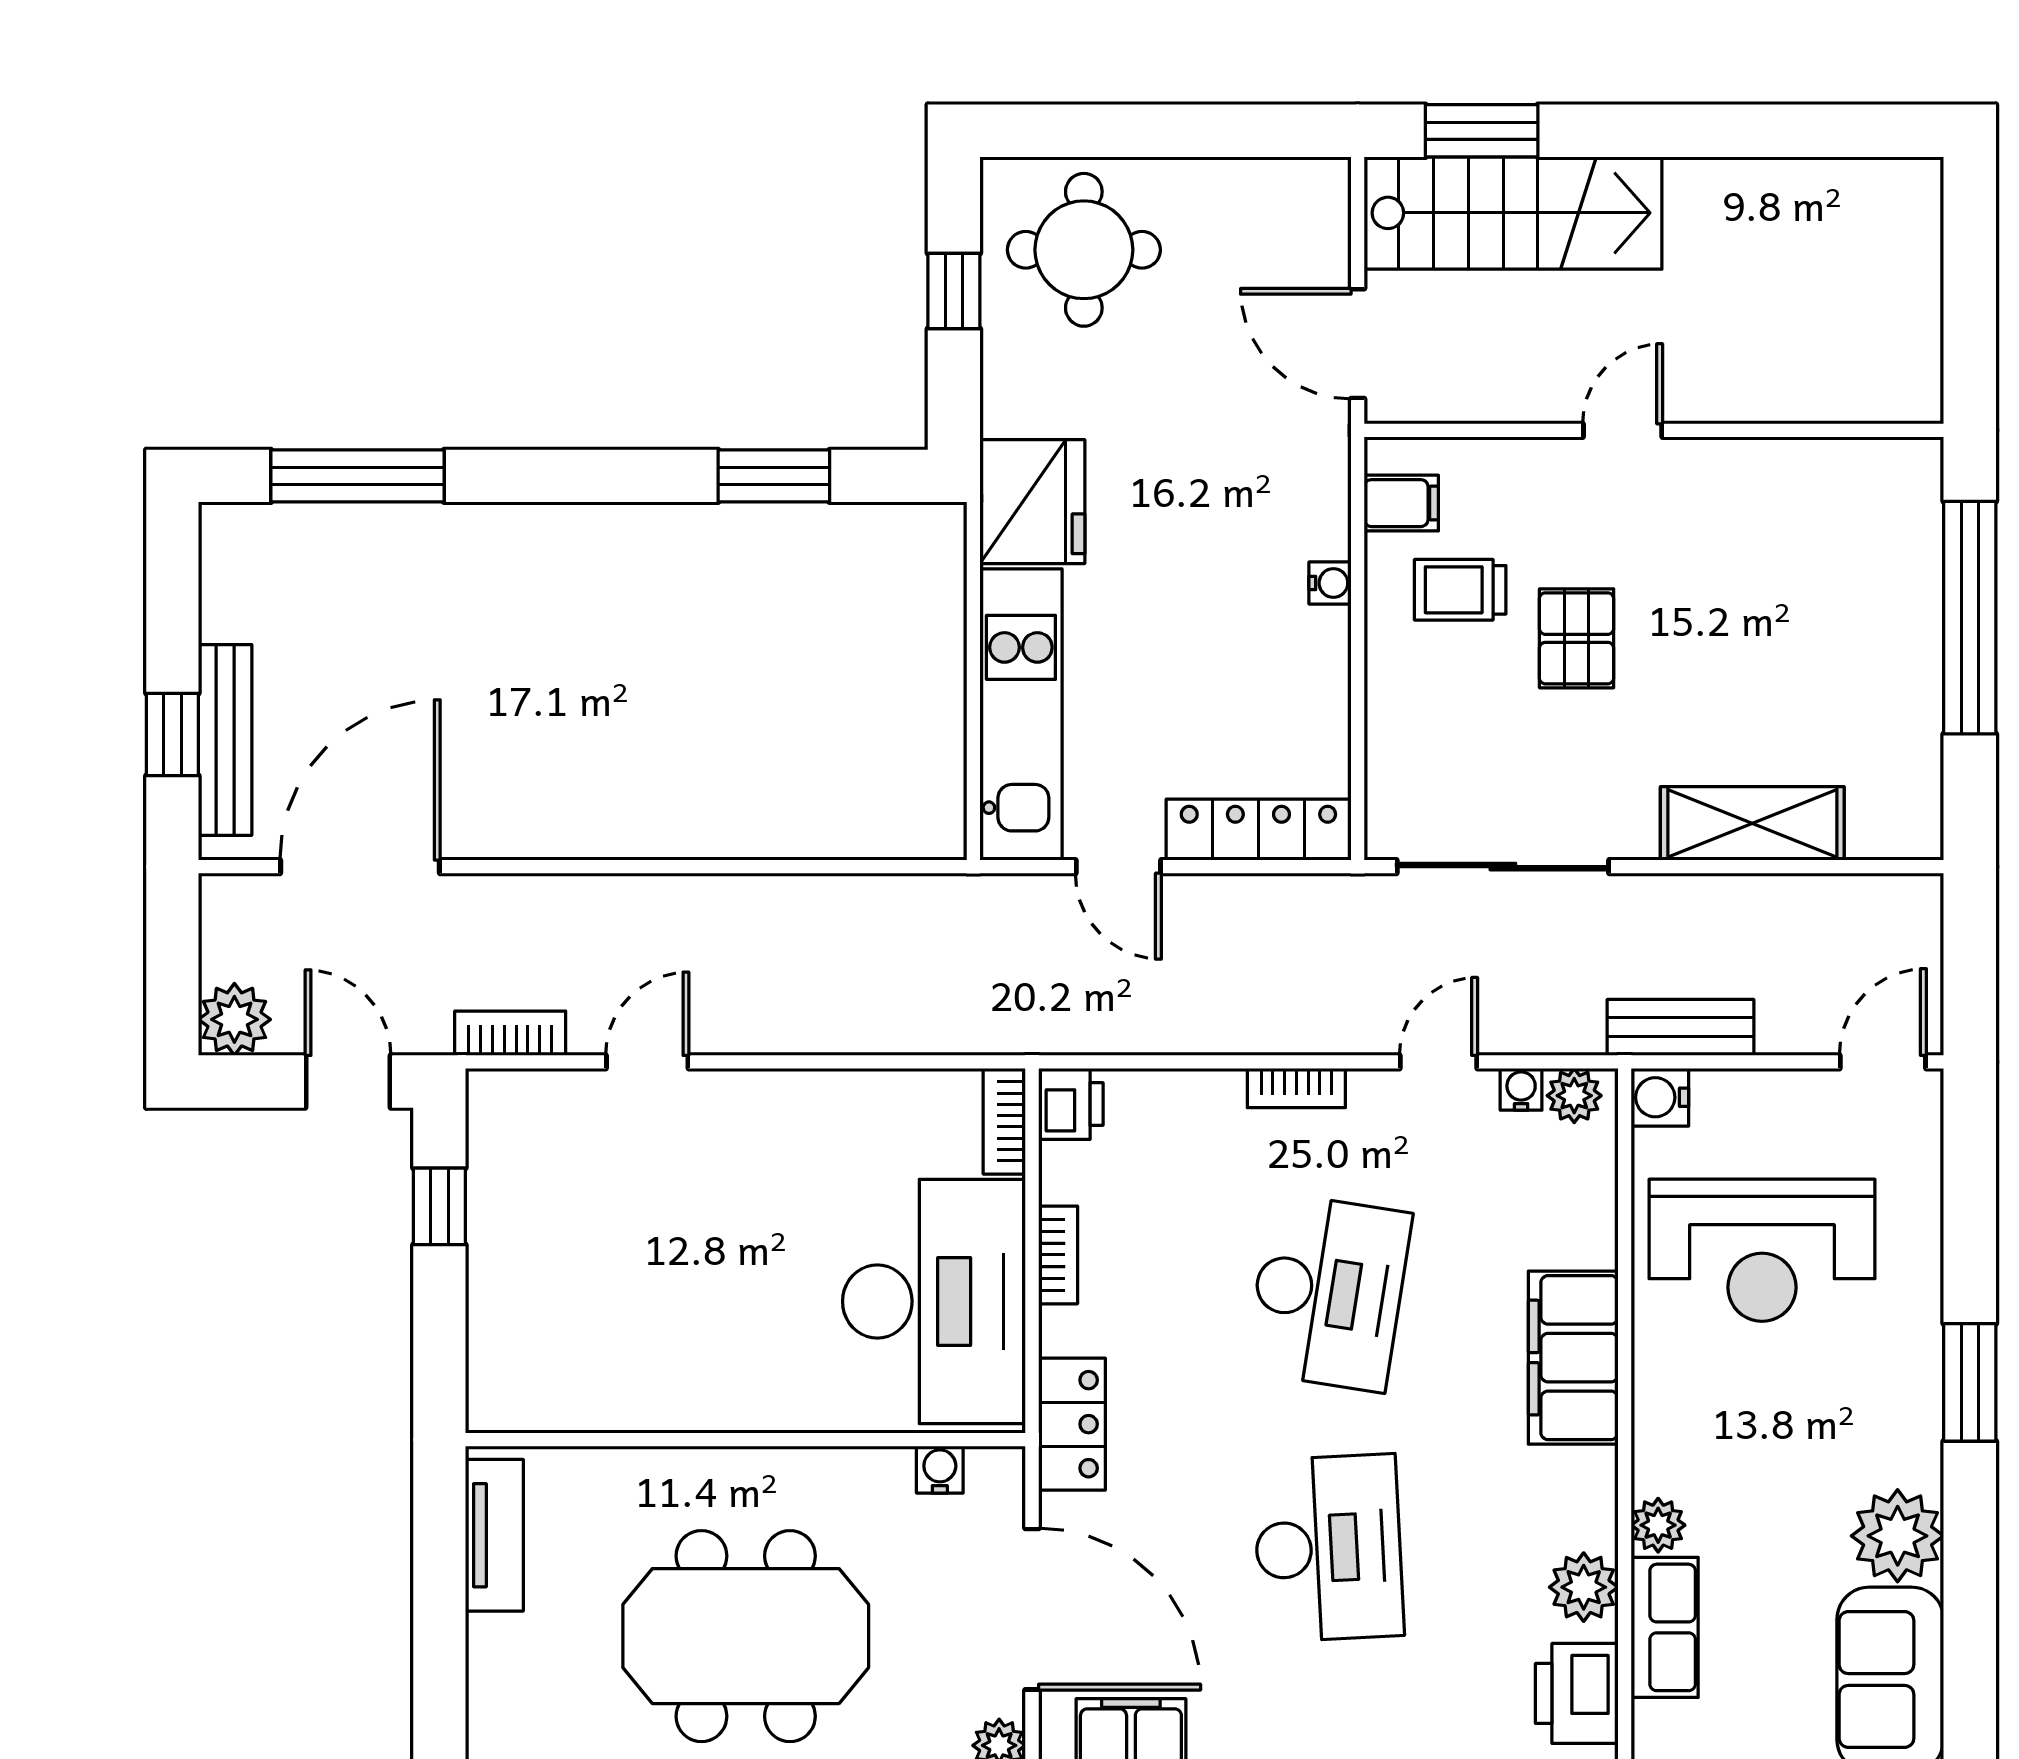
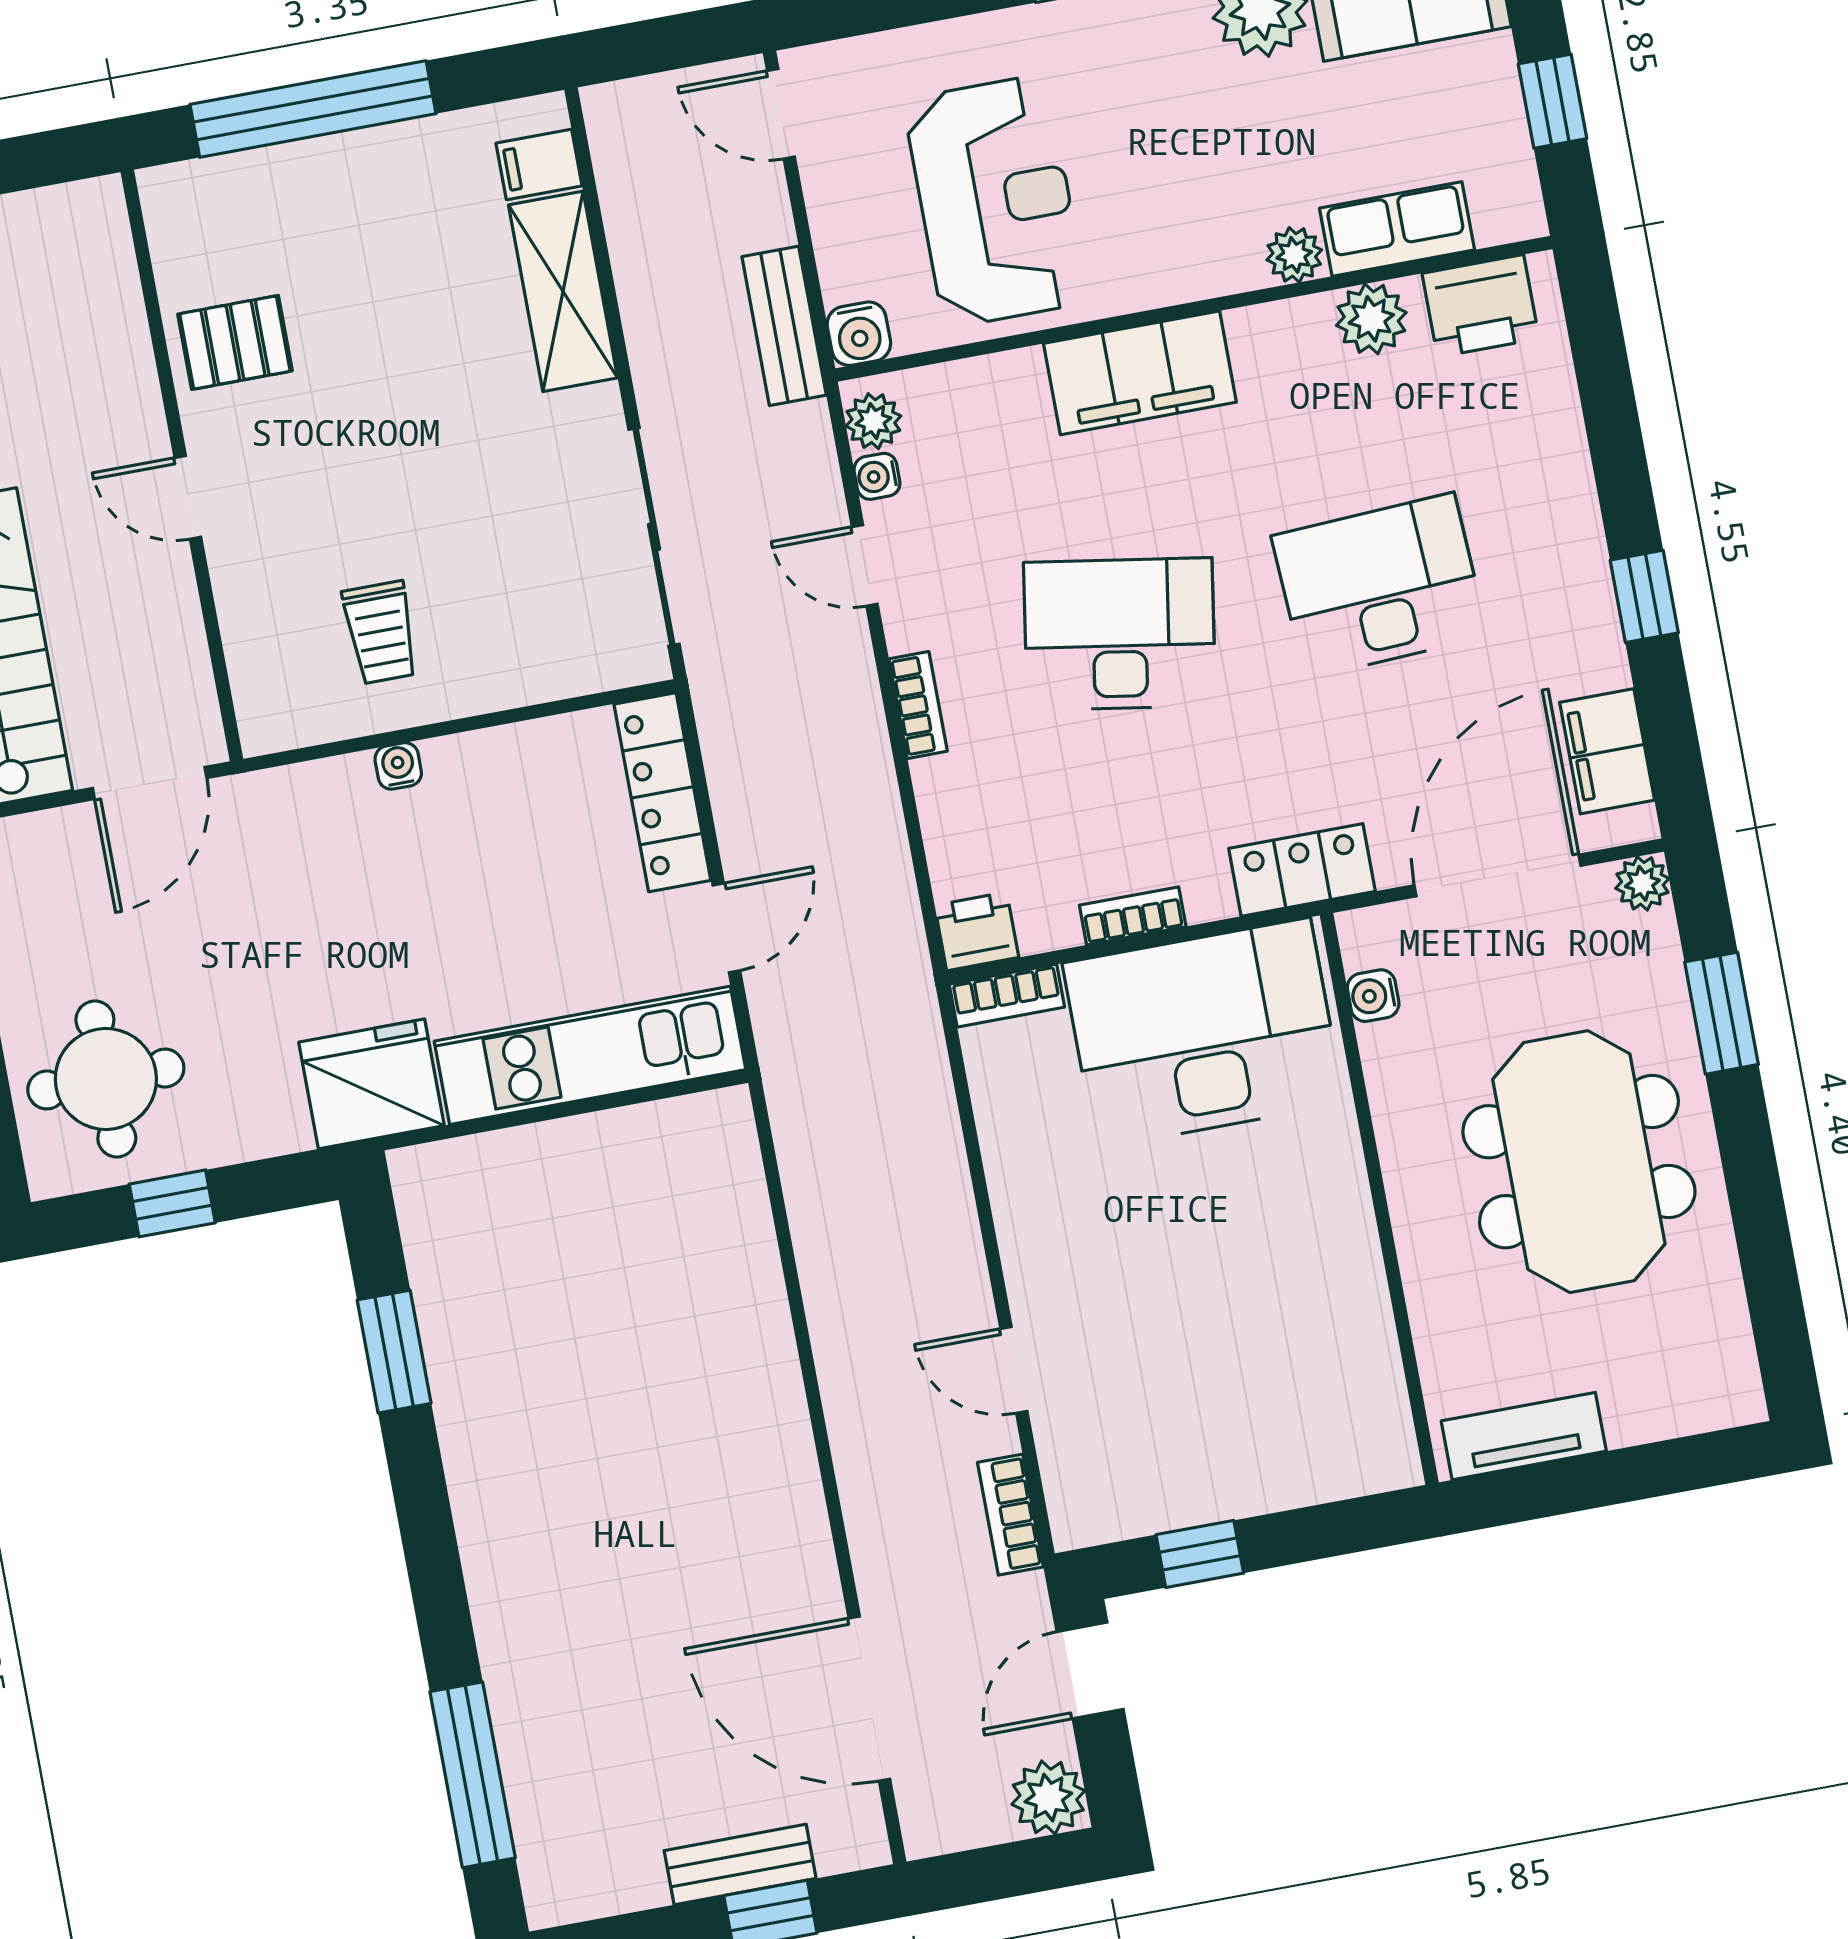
filing cabinet: (1401, 503) -> (539, 164), moved, turned -90
pallet: (1577, 638) -> (235, 342), moved
bench: (225, 740) -> (740, 1864), width x0.73

